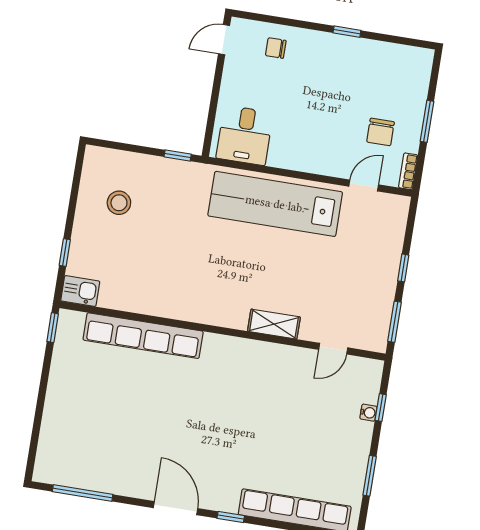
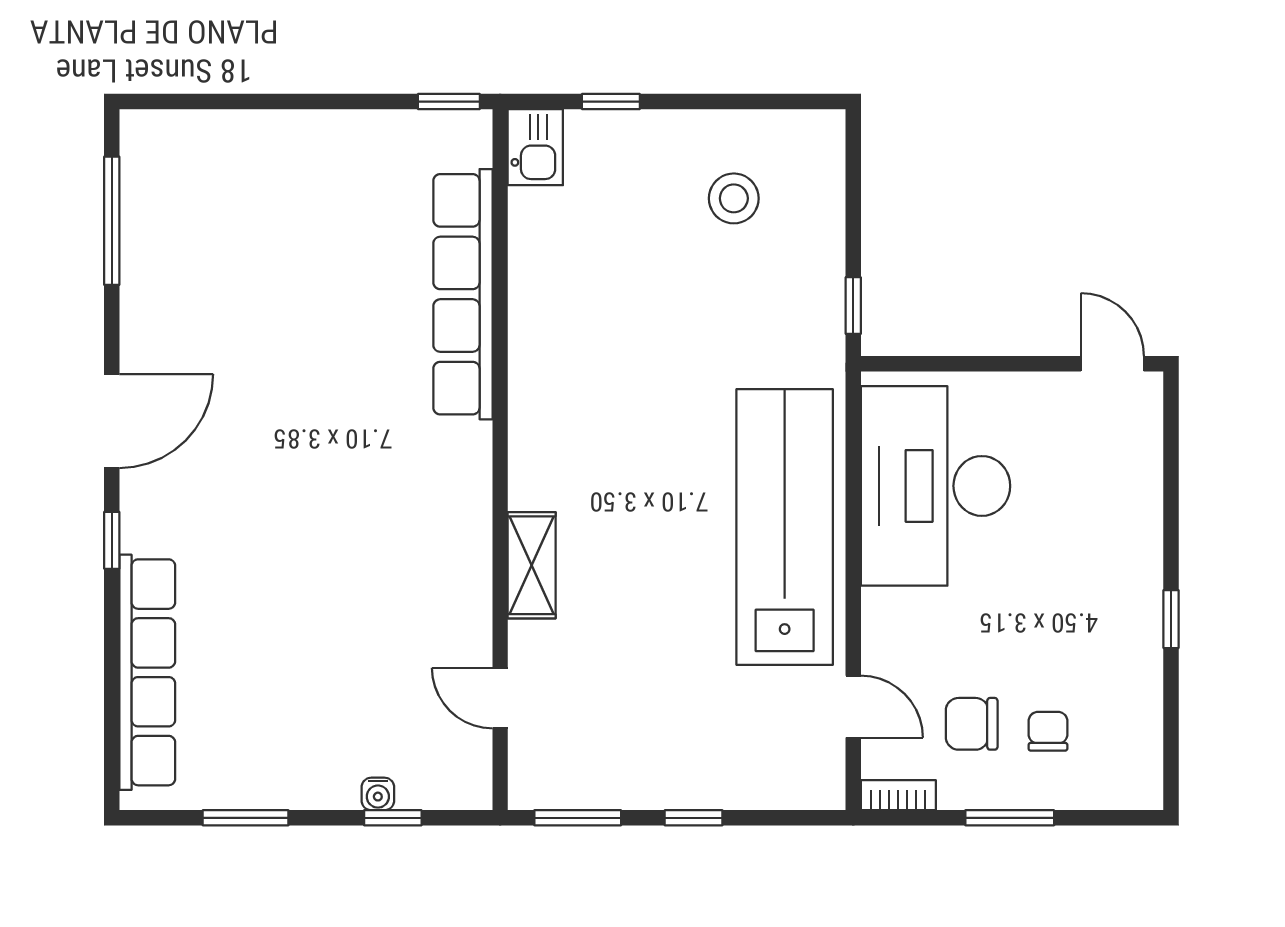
chair: (276, 48) -> (1048, 731), moved
desk: (245, 135) -> (936, 486), width x1.87, depth x1.30

